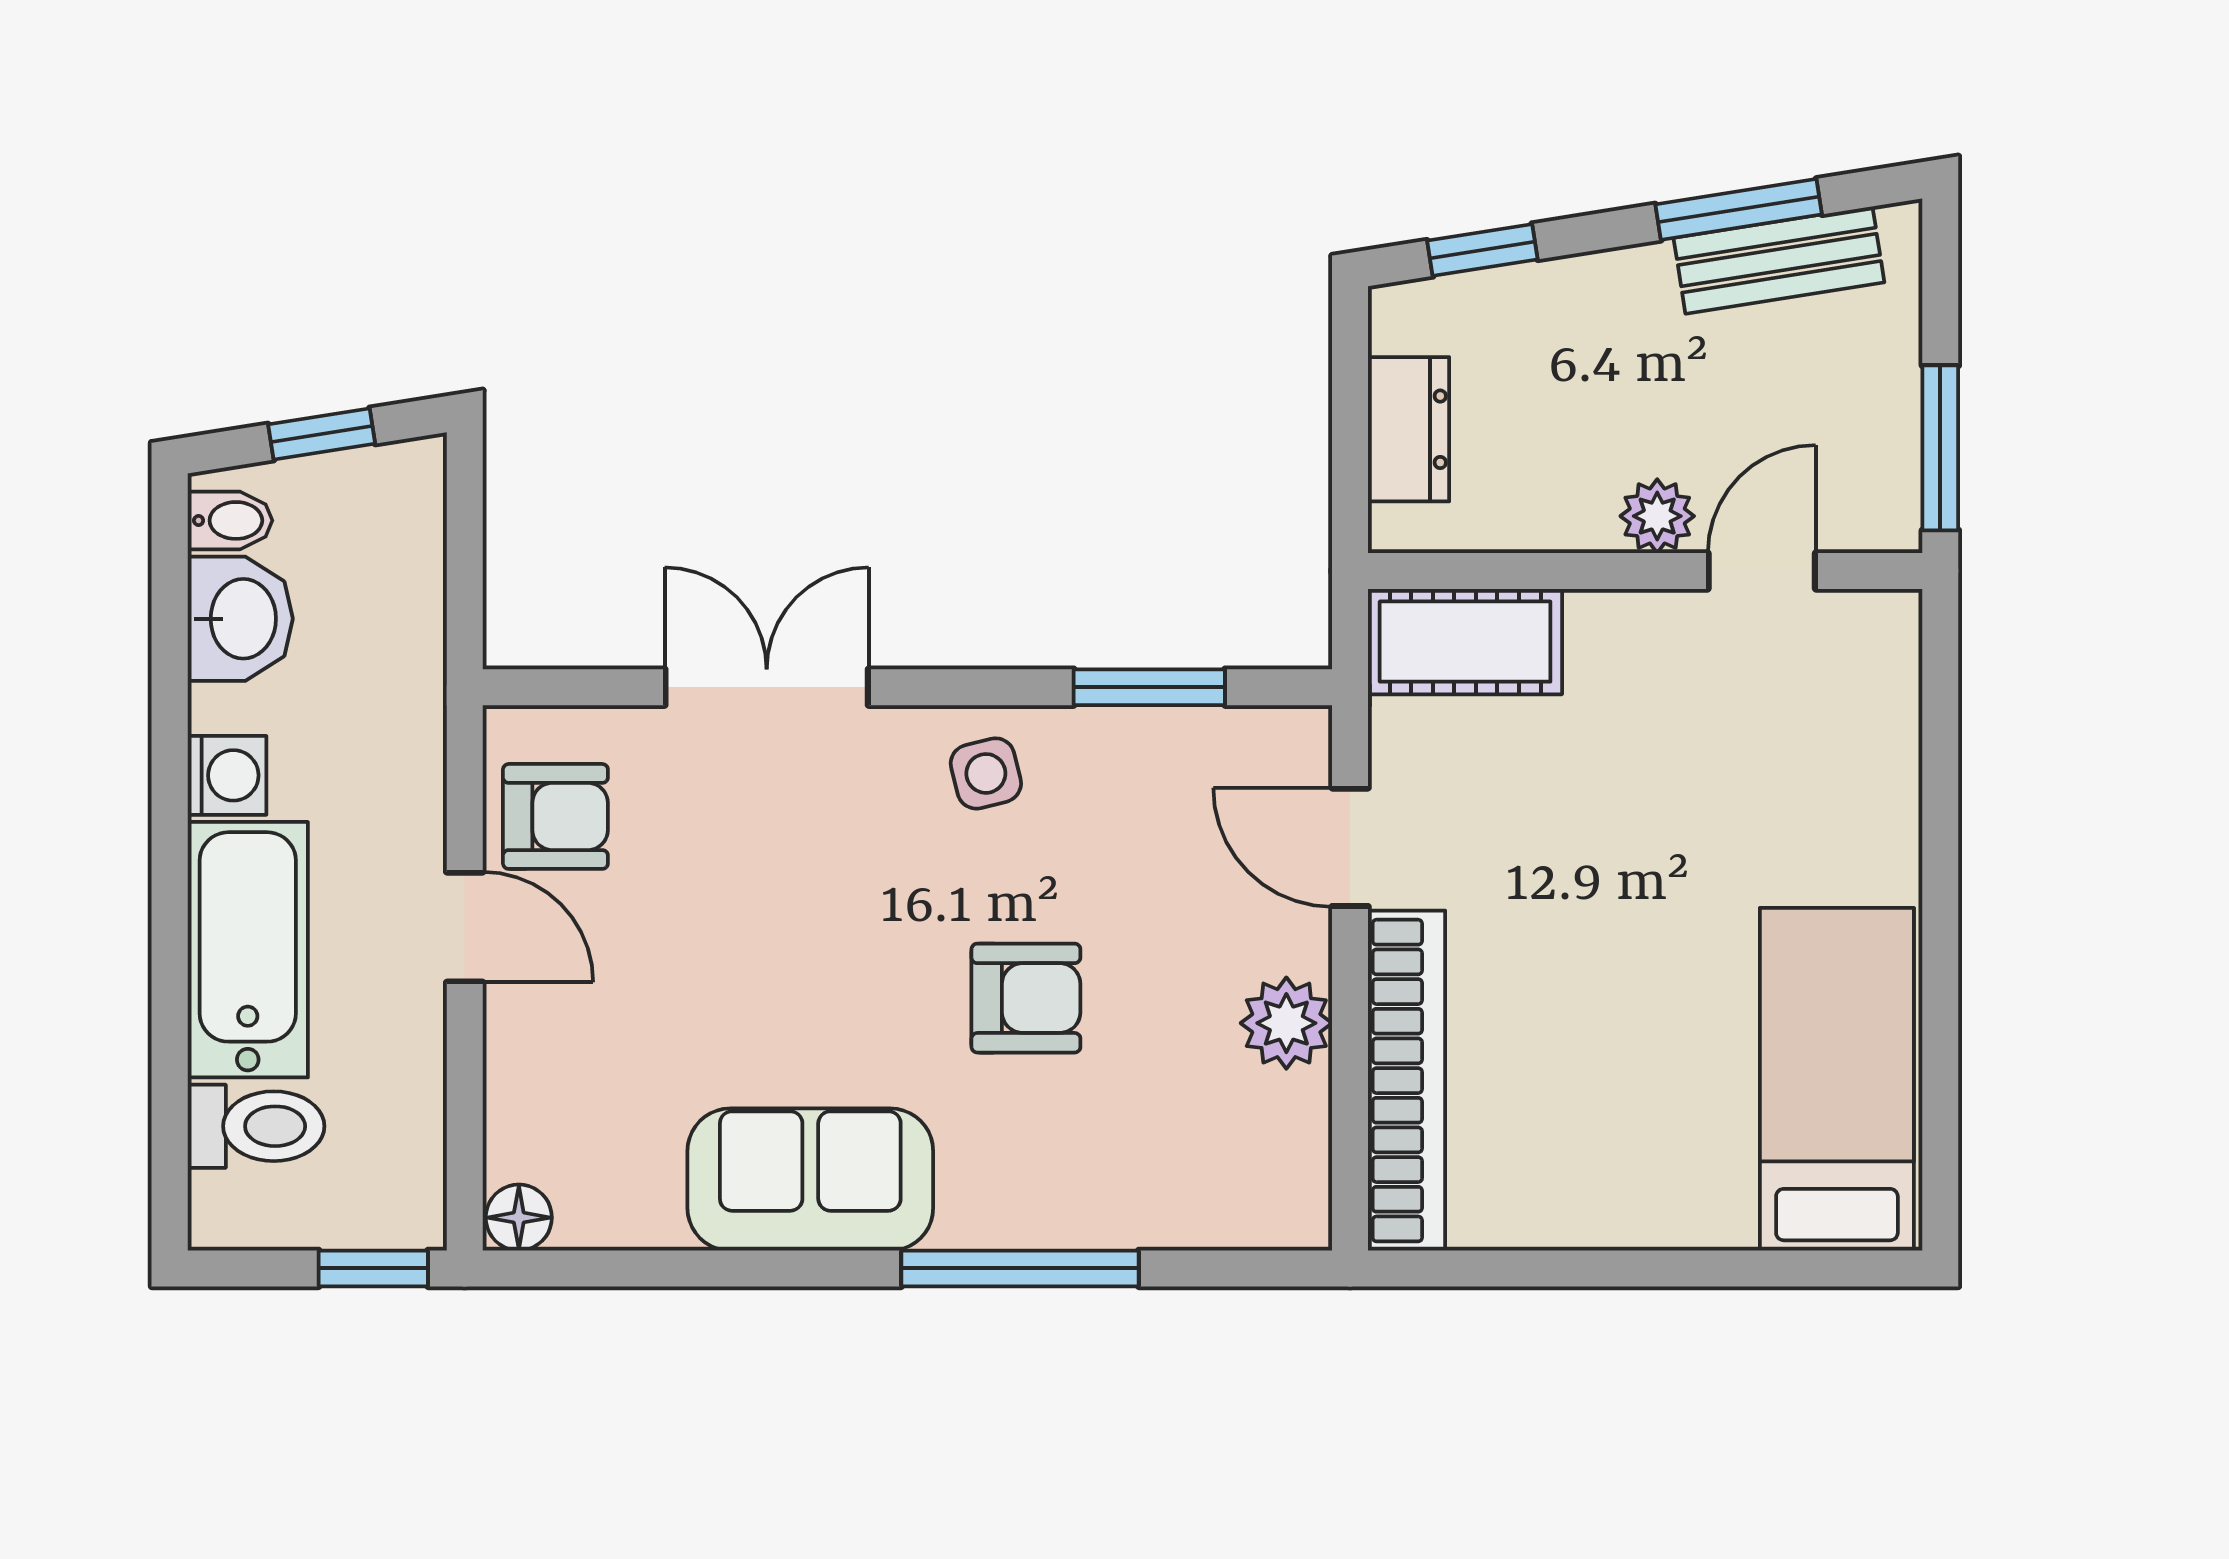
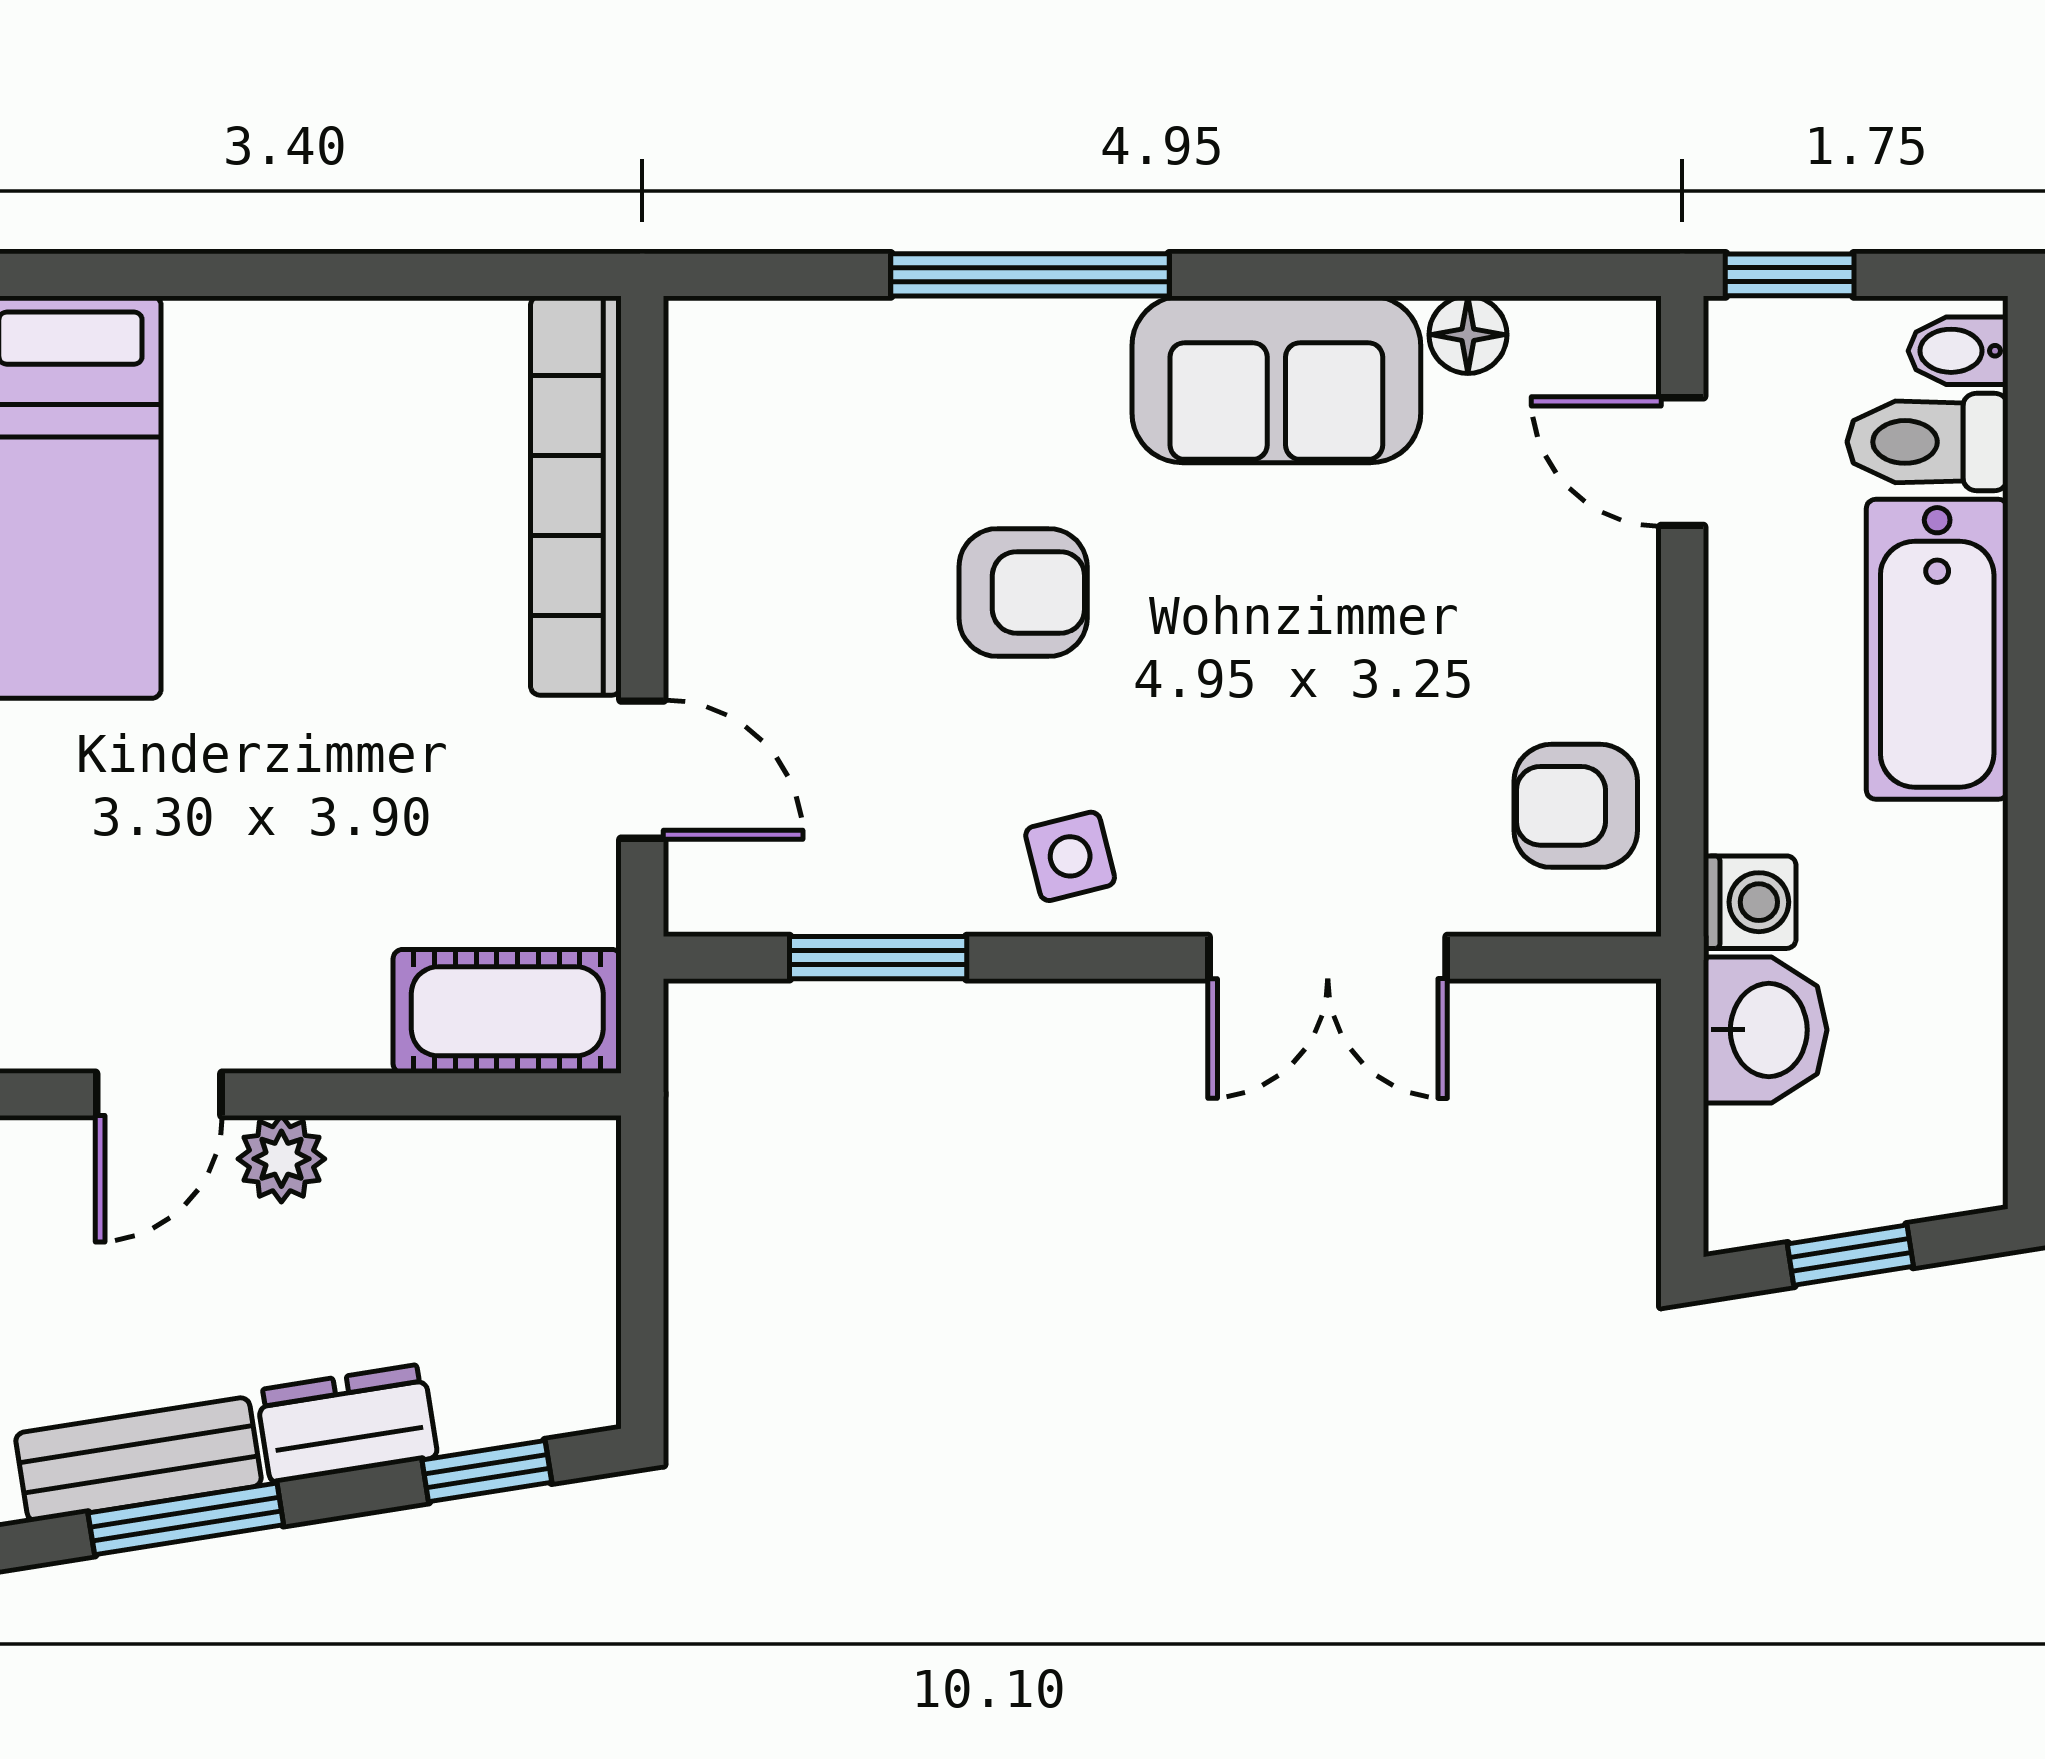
dresser: (1409, 429) -> (347, 1424), moved, turned 81
bidet: (230, 520) -> (1958, 351), moved
washbasin: (240, 619) -> (1765, 1030), moved, turned 180
washing machine: (227, 775) -> (1750, 902), moved, turned 180
door: (465, 927) -> (1682, 462), moved
armchair: (1026, 998) -> (1023, 592), turned 180
plant: (1286, 1023) -> (717, 563), removed
floor lamp: (519, 1218) -> (1468, 335), moved

